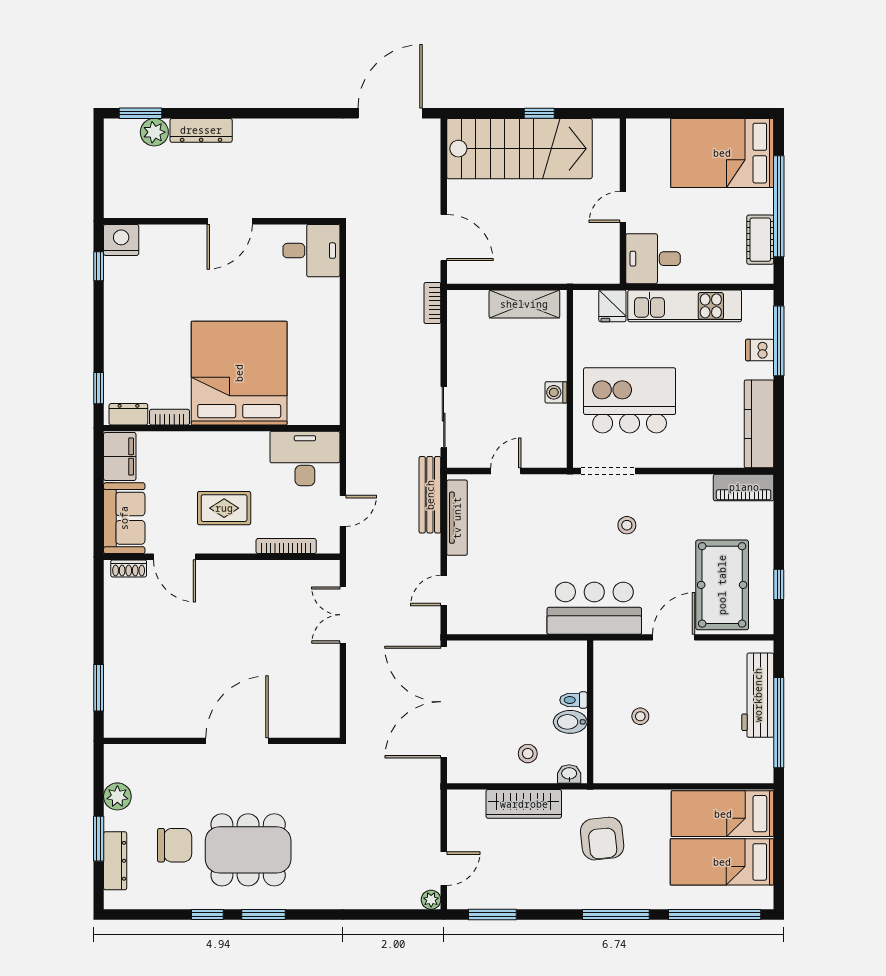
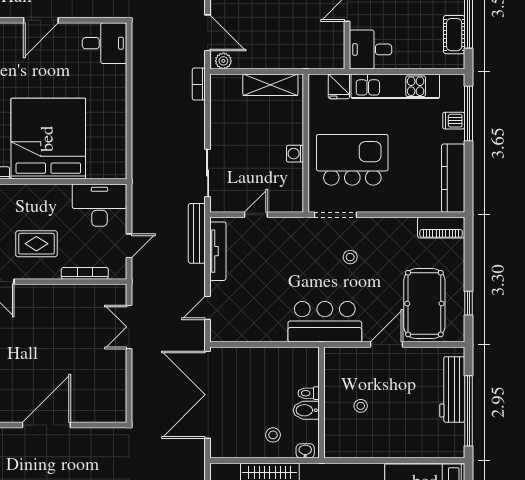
plant: (464, 273) -> (223, 61), added

